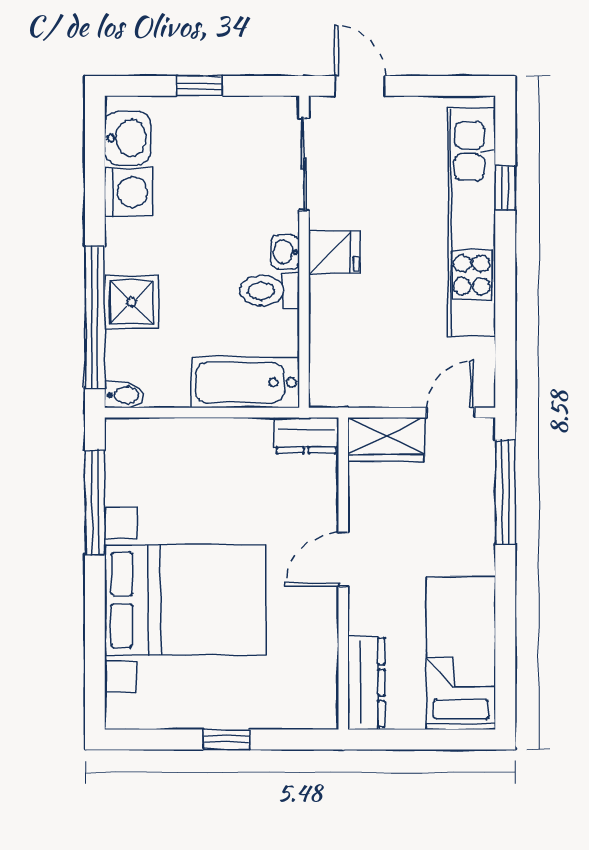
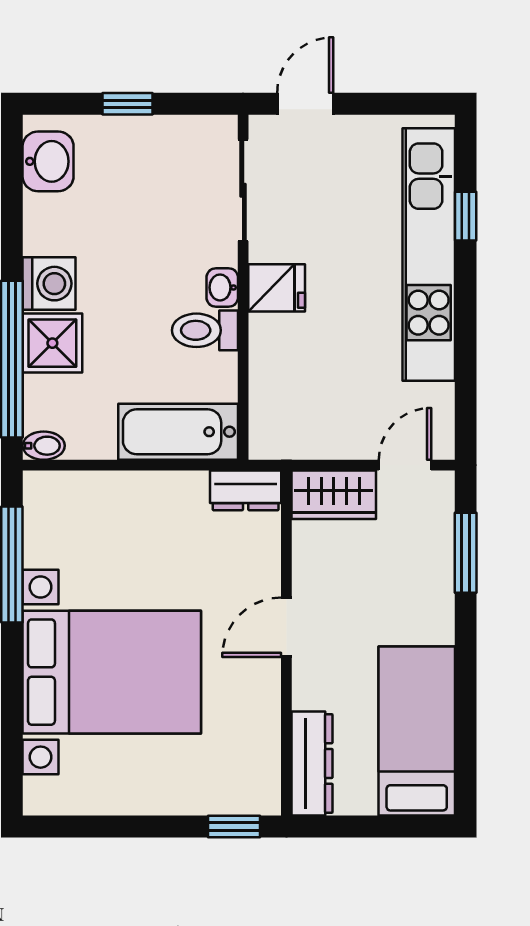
door: (360, 86) -> (305, 104), hinge flipped
washing machine: (129, 192) -> (49, 284), moved
window: (505, 492) -> (466, 553), width x0.69
window: (227, 739) -> (234, 826), moved

